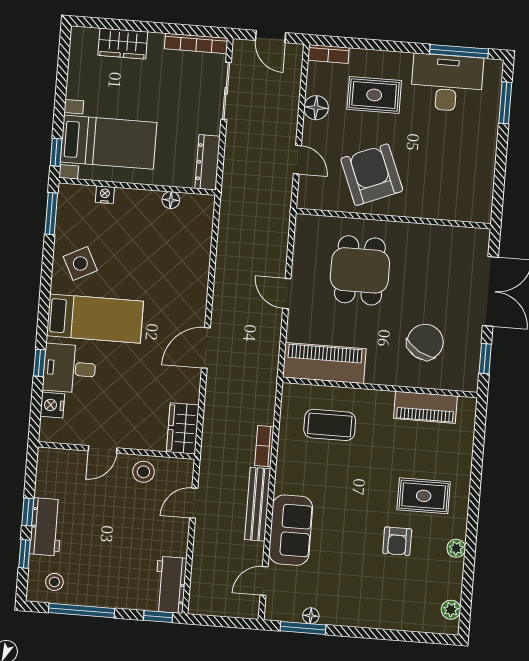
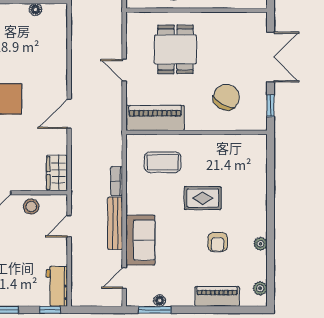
piano: (425, 407) -> (217, 296), moved, turned 180
rug: (424, 496) -> (203, 198), moved

